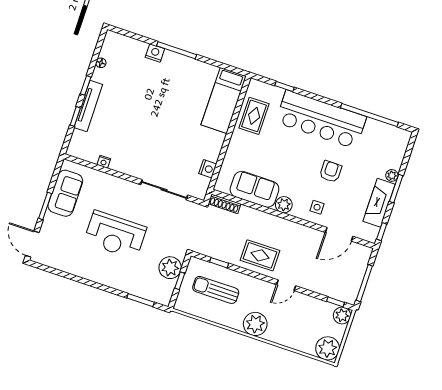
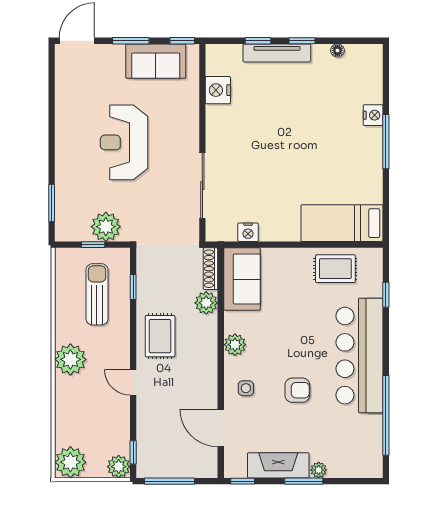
nightstand: (104, 162) -> (218, 90), width x1.89, depth x1.79
window: (57, 170) -> (182, 41), added
sofa: (254, 189) -> (242, 279), moved
plant: (248, 215) -> (206, 303), added

